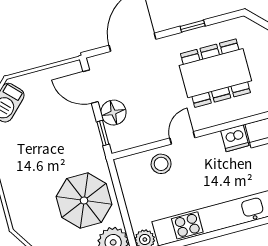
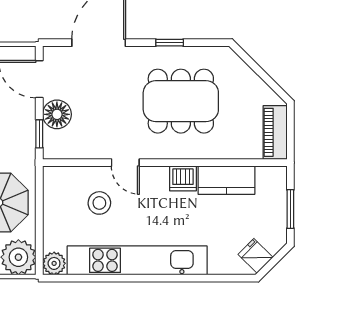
door: (182, 138) -> (125, 163), swing flipped
stool: (161, 164) -> (99, 203), moved

